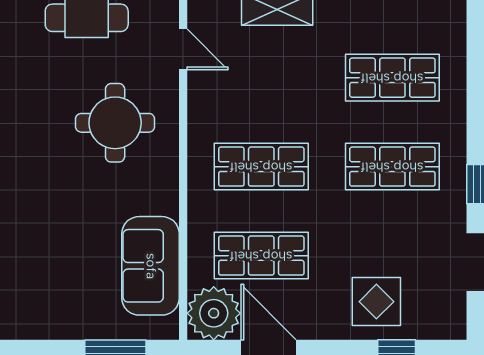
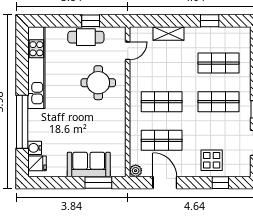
door: (183, 49) -> (128, 51), hinge flipped
sofa: (151, 266) -> (89, 164), moved, turned 90
plant: (214, 313) -> (136, 171), width x0.53, depth x0.53

